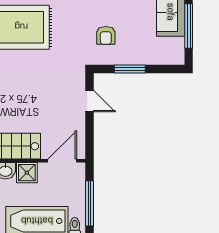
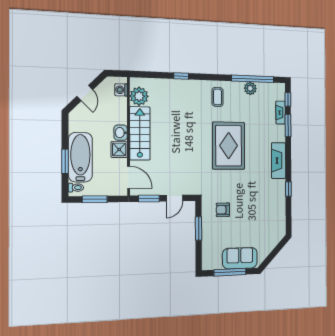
window: (90, 135) -> (149, 199), added
window: (90, 203) -> (95, 199), width x0.69

